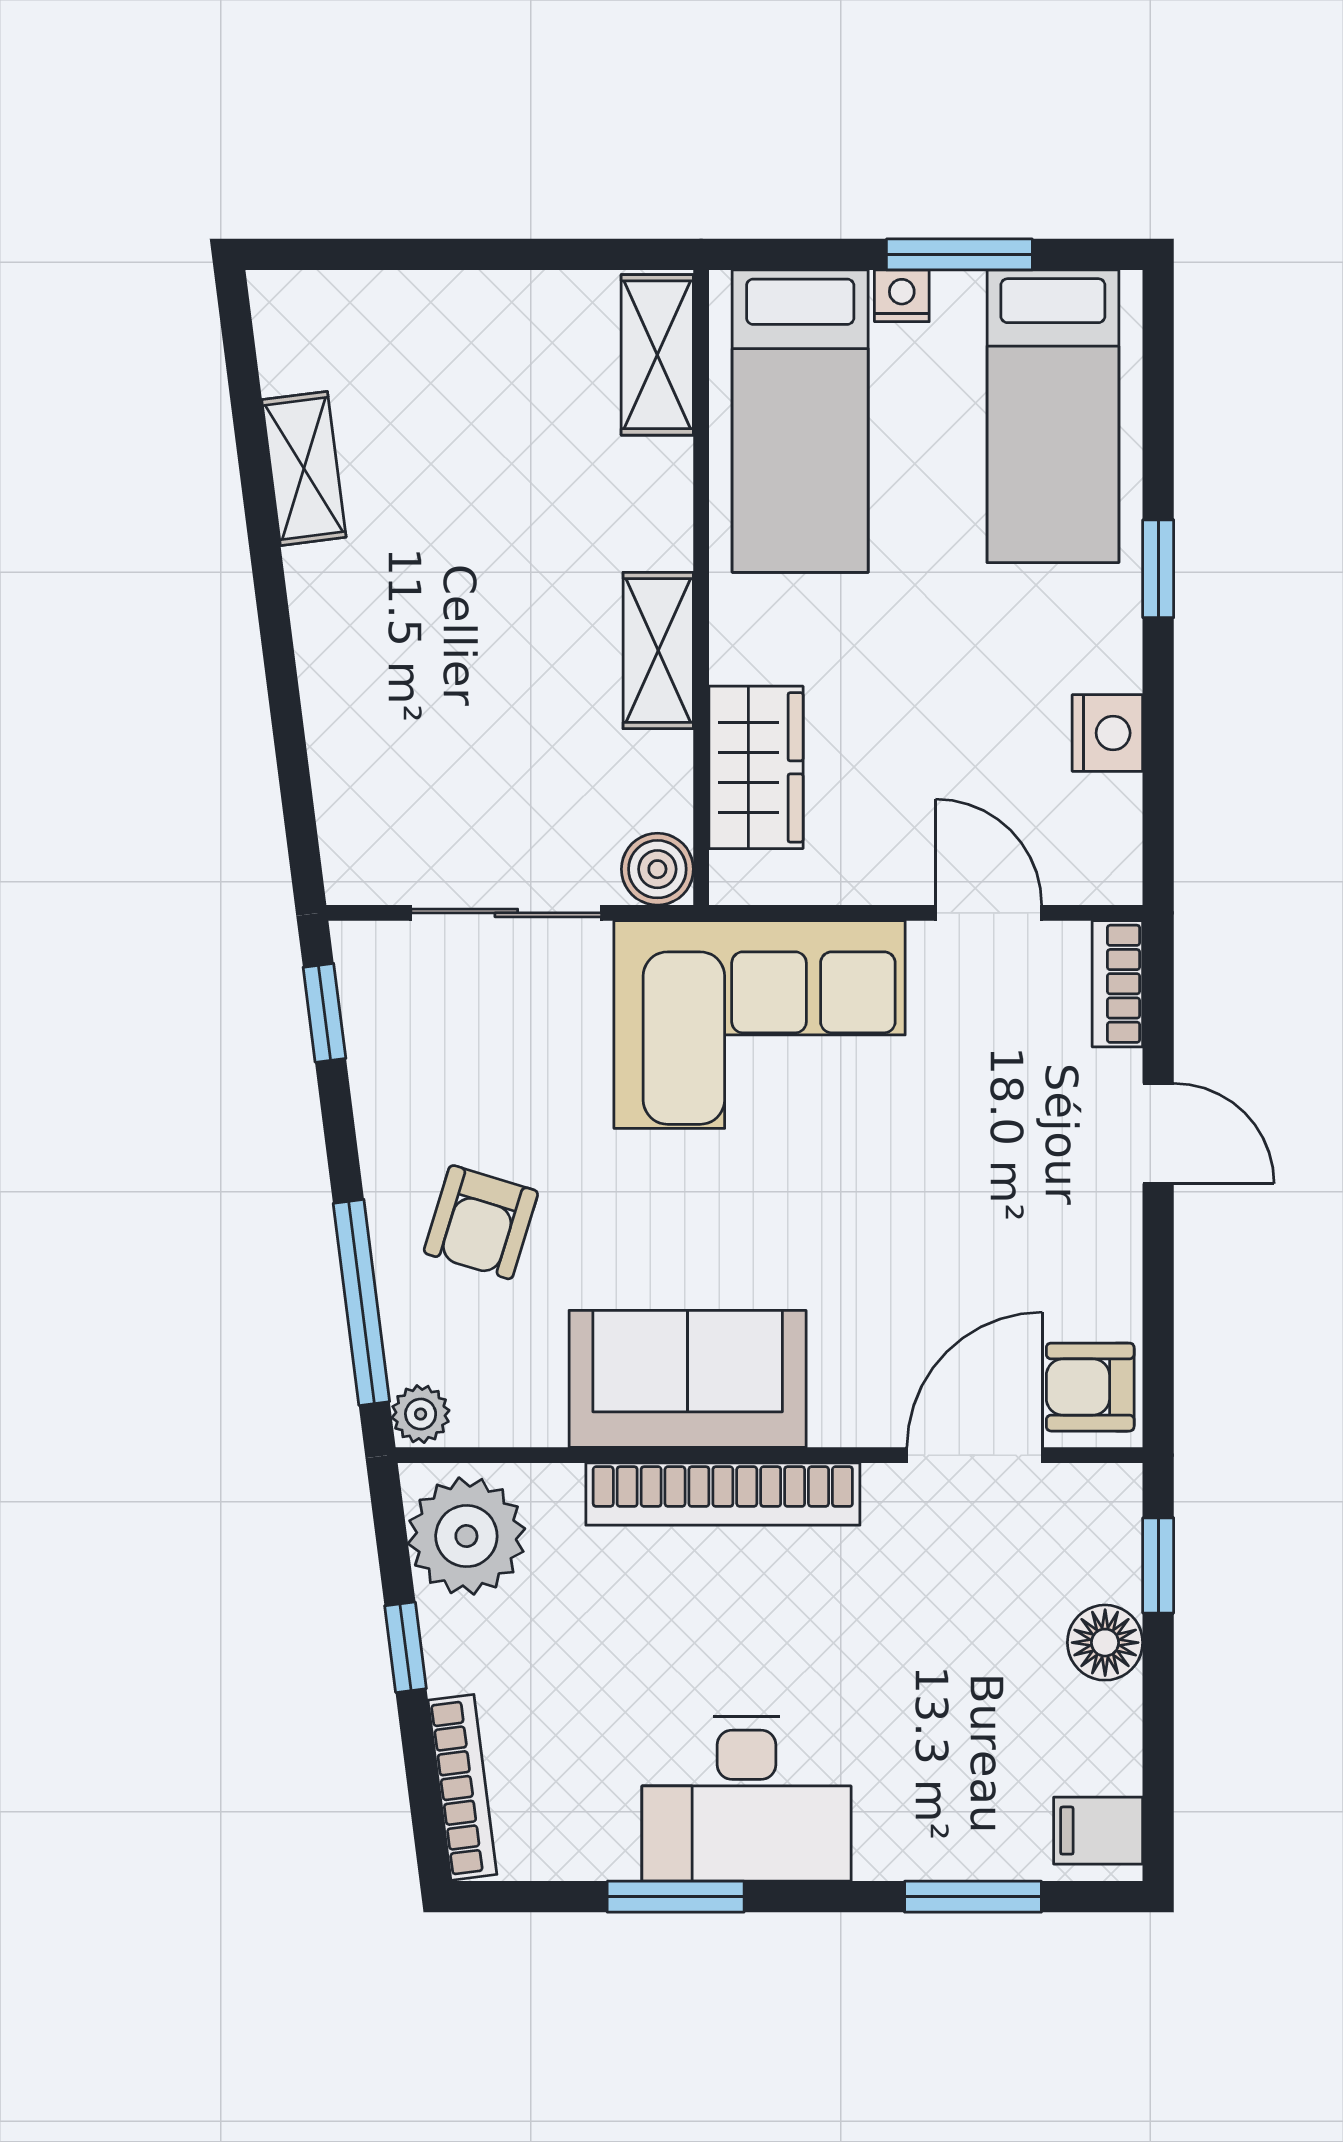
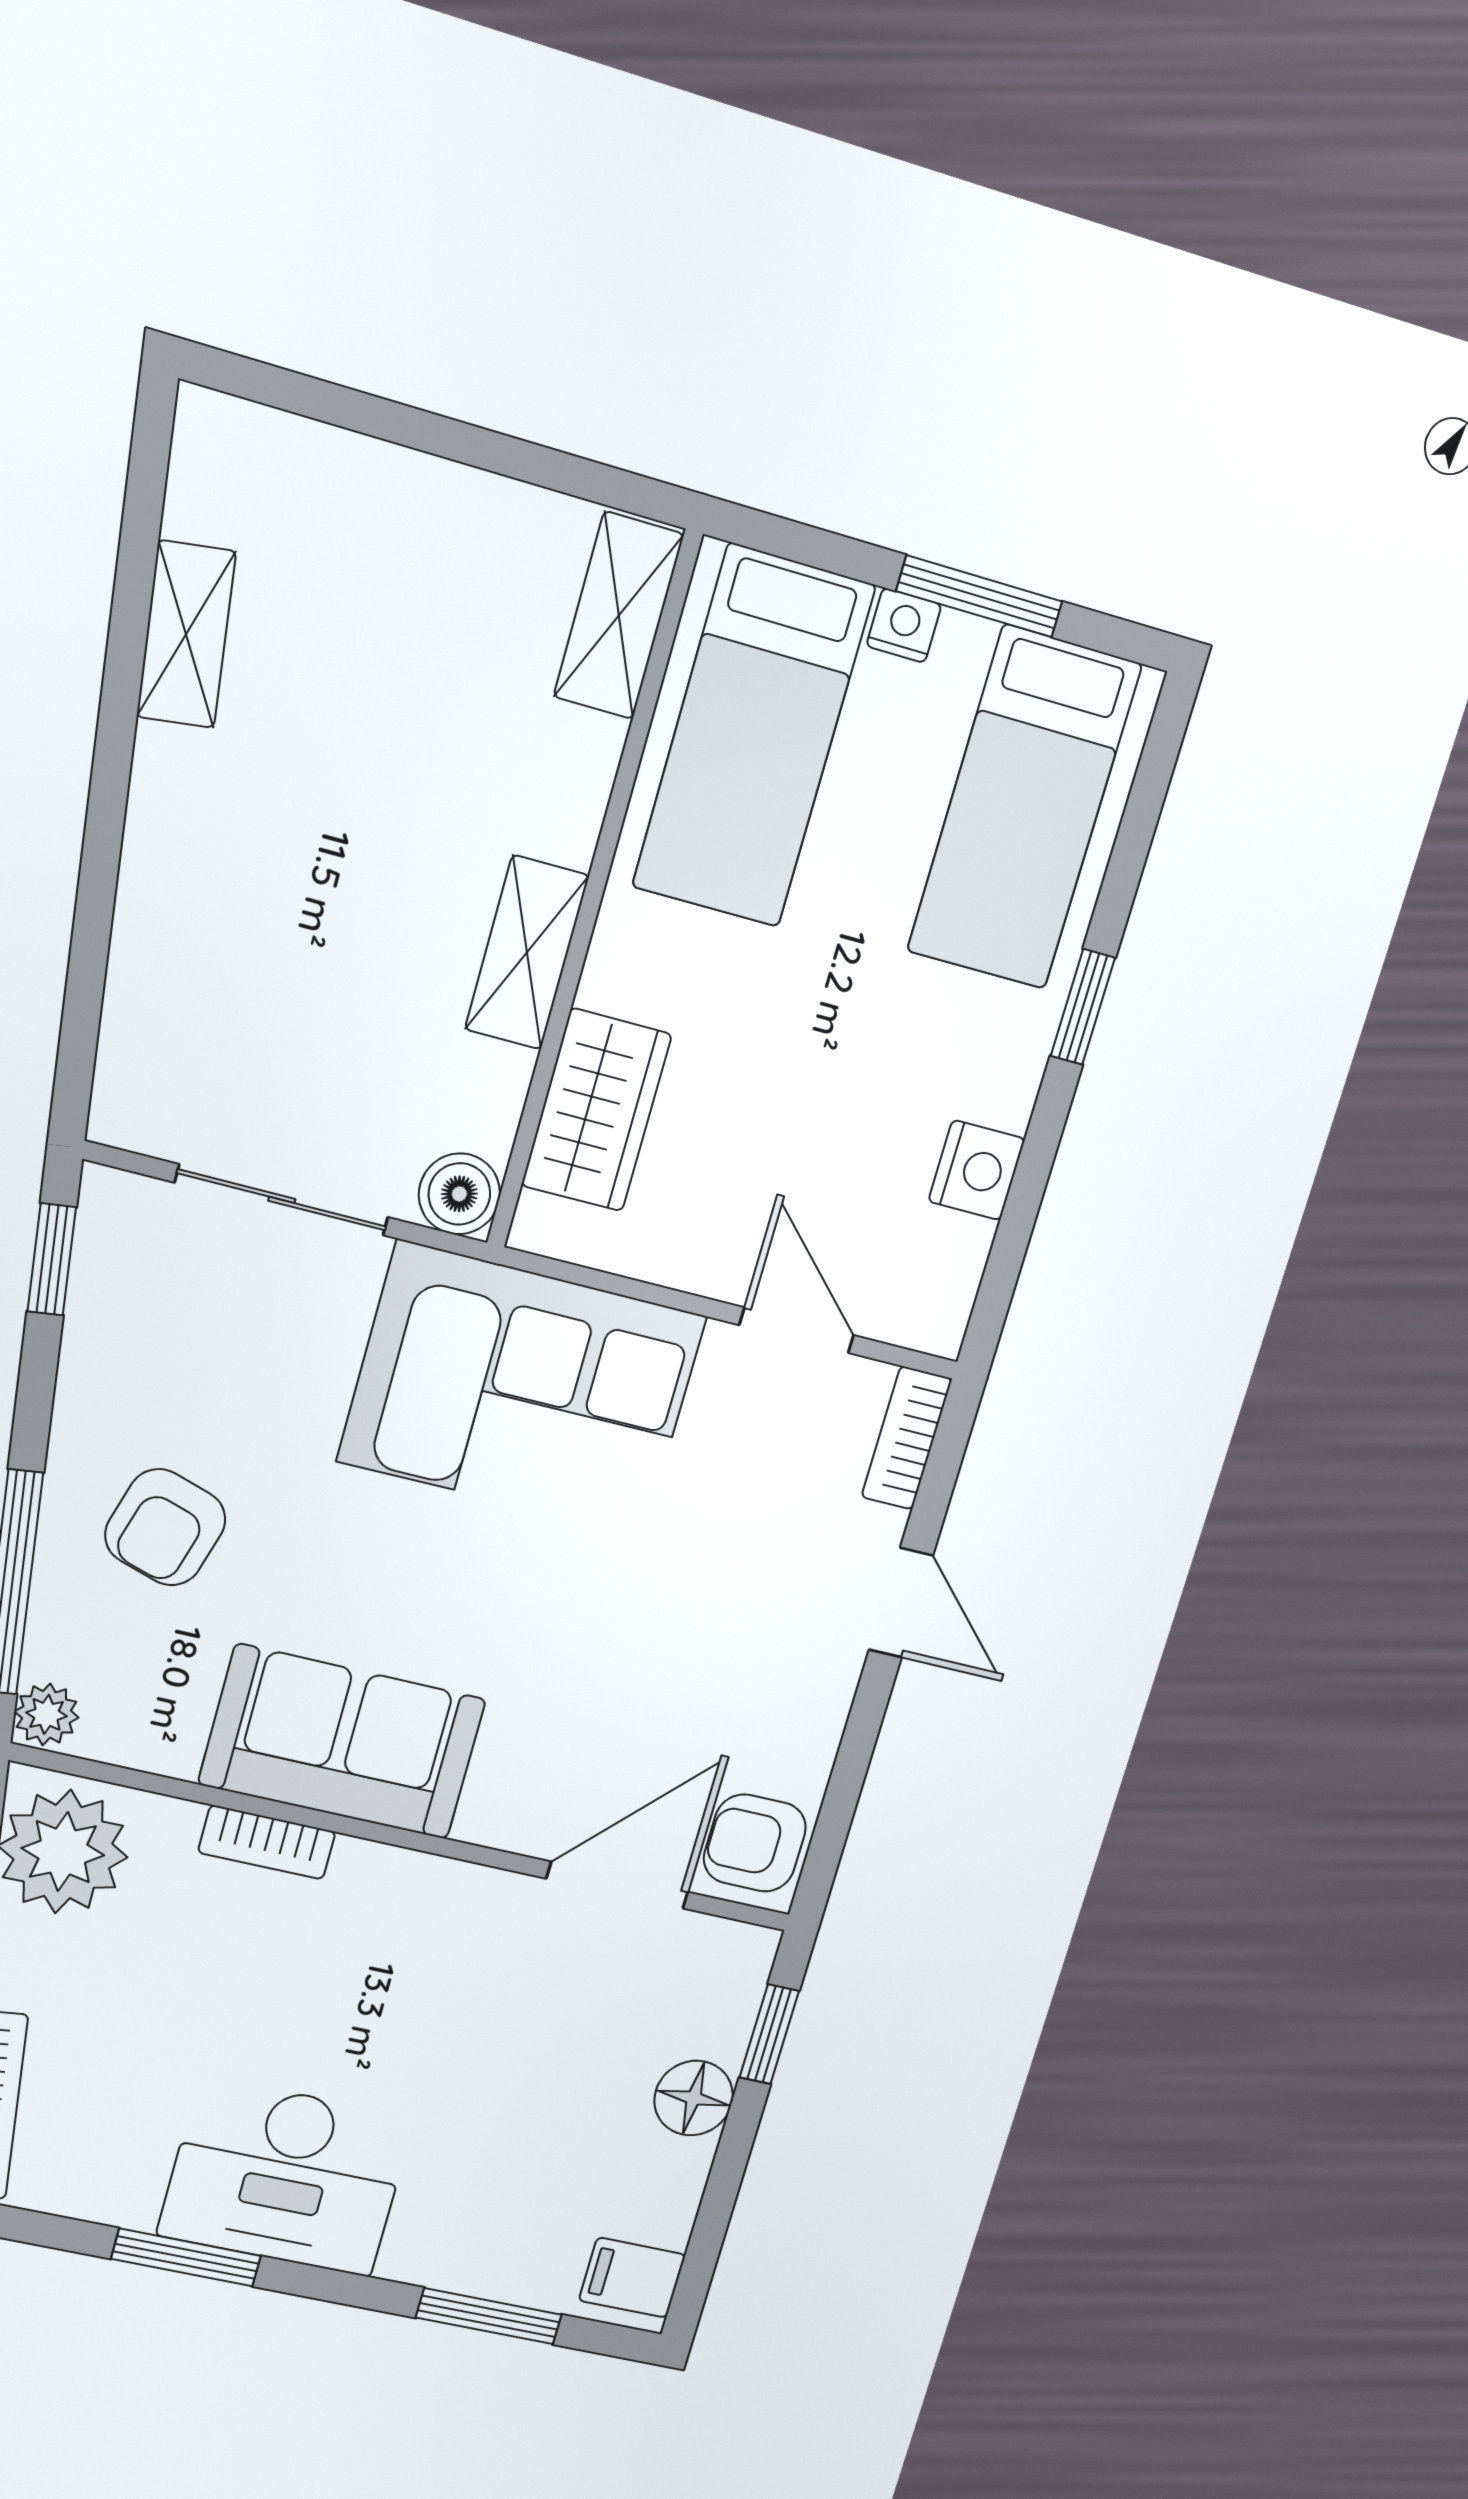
bookcase: (723, 1494) -> (267, 1842), width x0.43, depth x0.76

